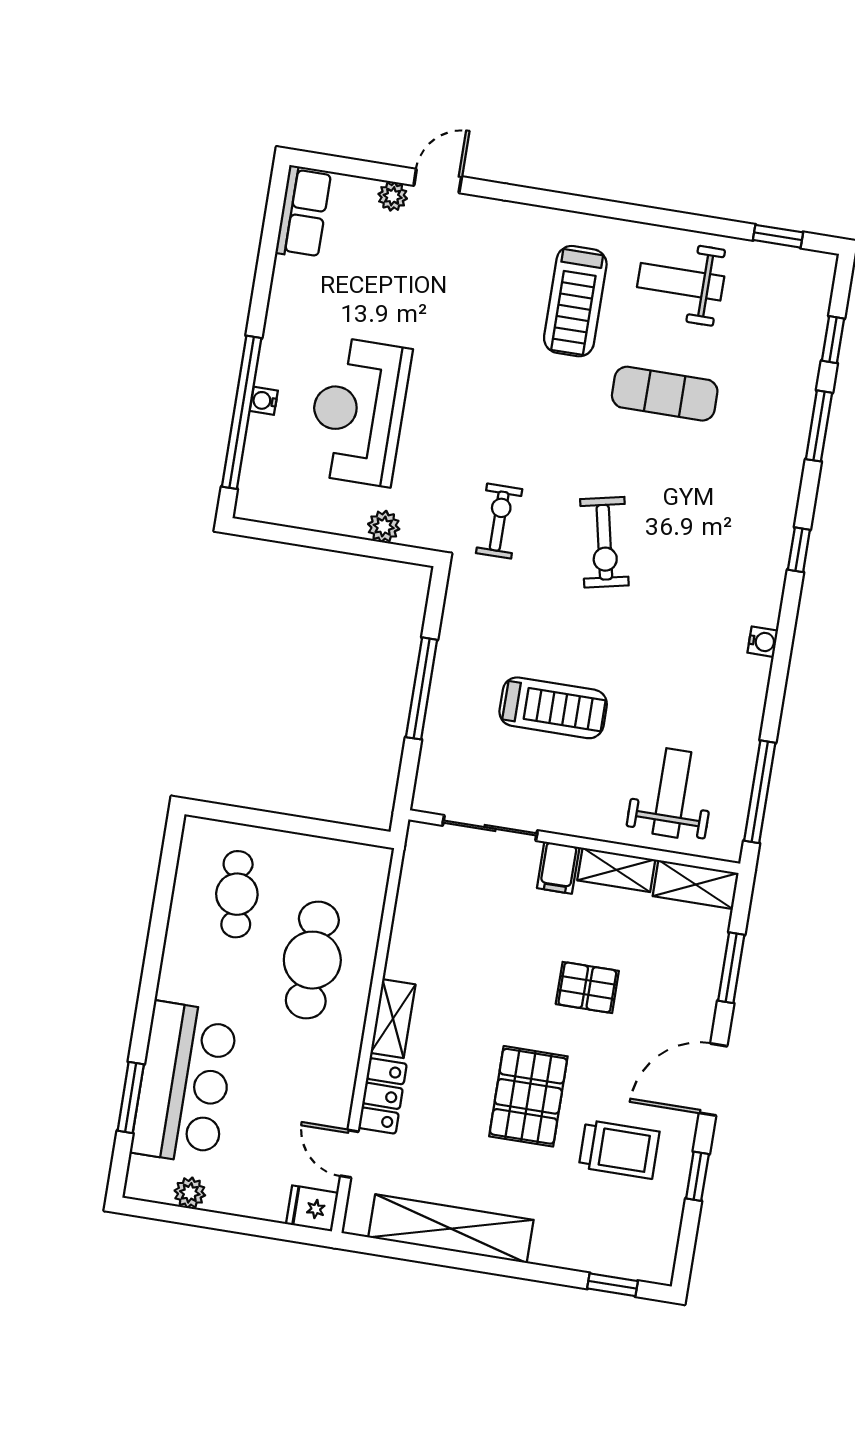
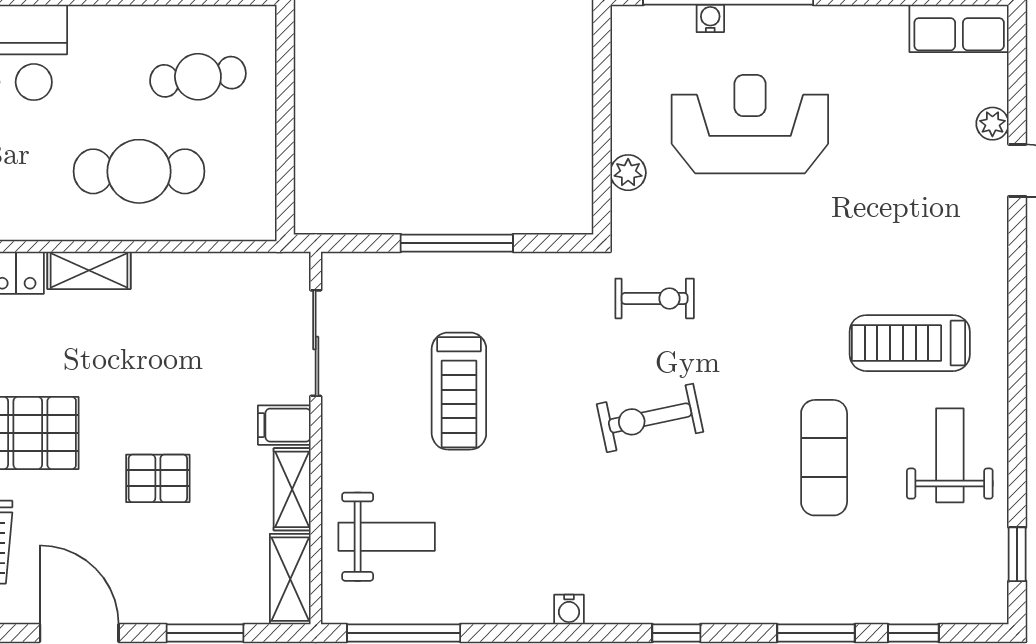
water cooler: (264, 401) -> (710, 18), moved
pallet: (587, 987) -> (158, 478), turned 90

